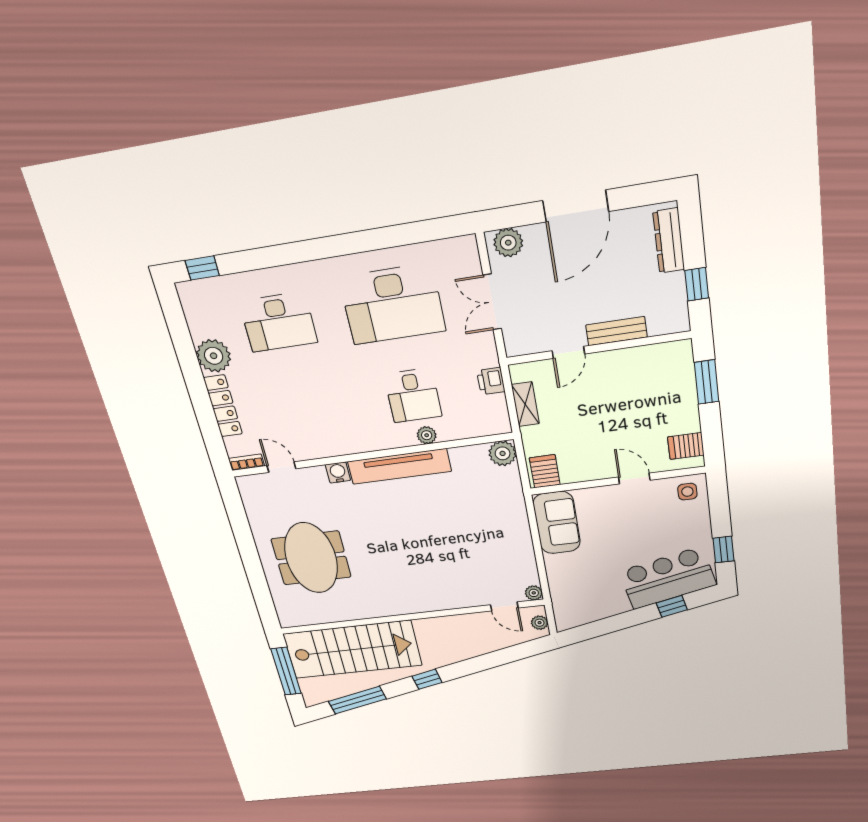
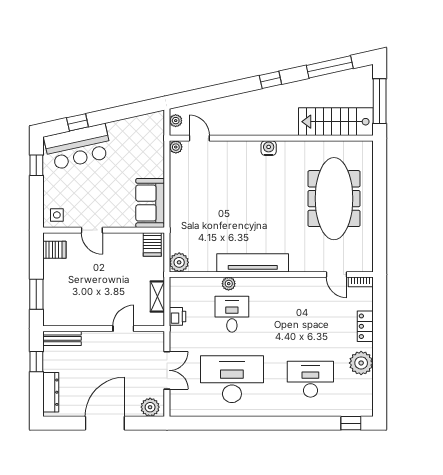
bench: (616, 331) -> (62, 338), moved
locker: (223, 406) -> (365, 326), width x0.66
water cooler: (338, 472) -> (269, 148), moved, turned 180
meeting table: (311, 558) -> (334, 199), width x1.36
stairs: (352, 650) -> (336, 122), width x0.73, depth x0.66

